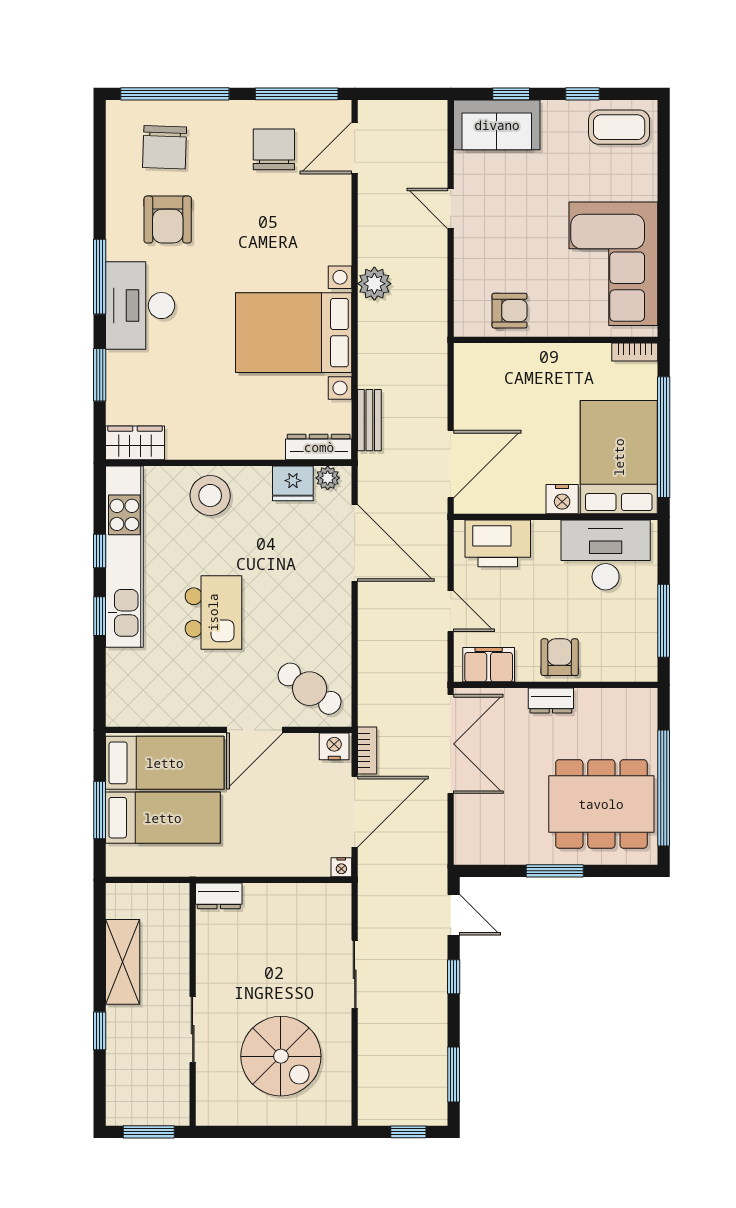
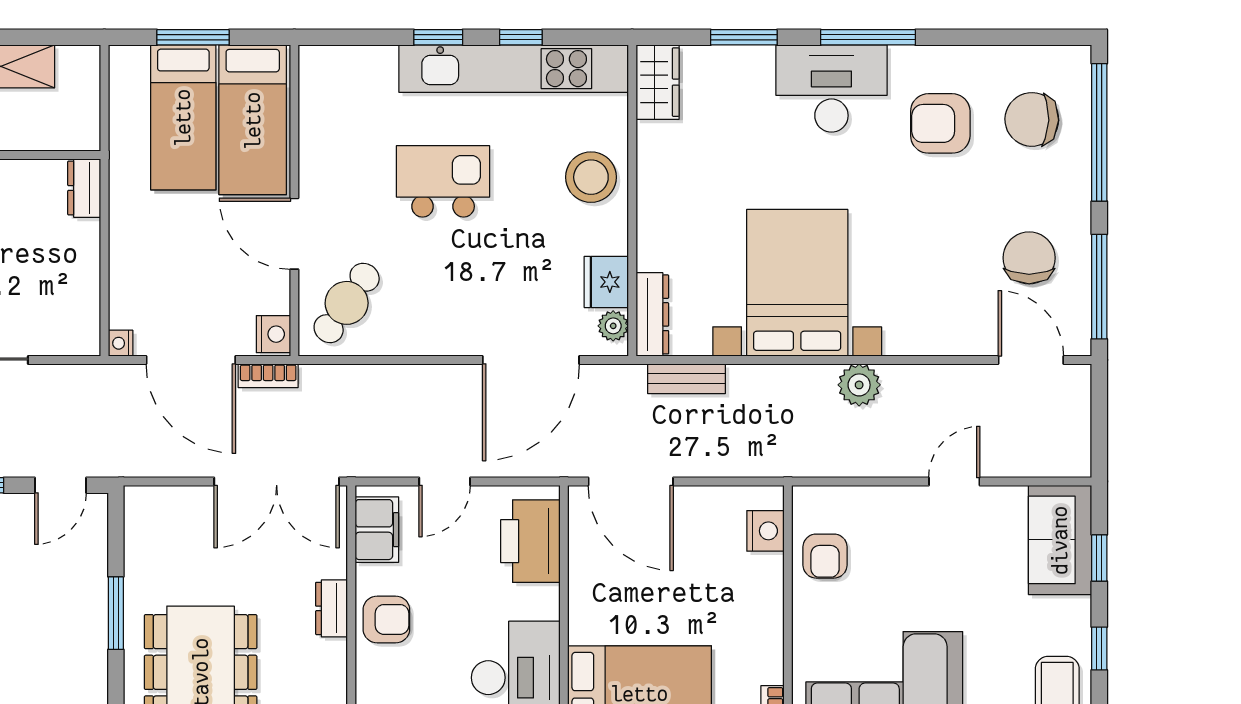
chair: (274, 149) -> (1029, 258), turned -90
nightstand: (562, 499) -> (765, 531), moved, turned 180
kitchen island: (213, 612) -> (443, 181), turned 180

